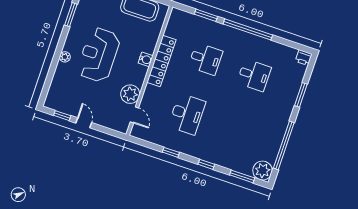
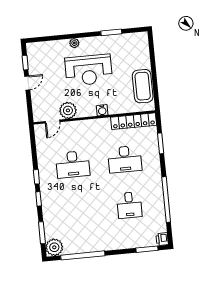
window: (248, 29) -> (166, 199), moved
reception desk: (99, 55) -> (89, 70), turned 180
desk: (206, 59) -> (125, 159), width x1.37
locker: (161, 61) -> (134, 121), moved
window: (301, 95) -> (147, 249), moved
window: (171, 152) -> (36, 177), moved

